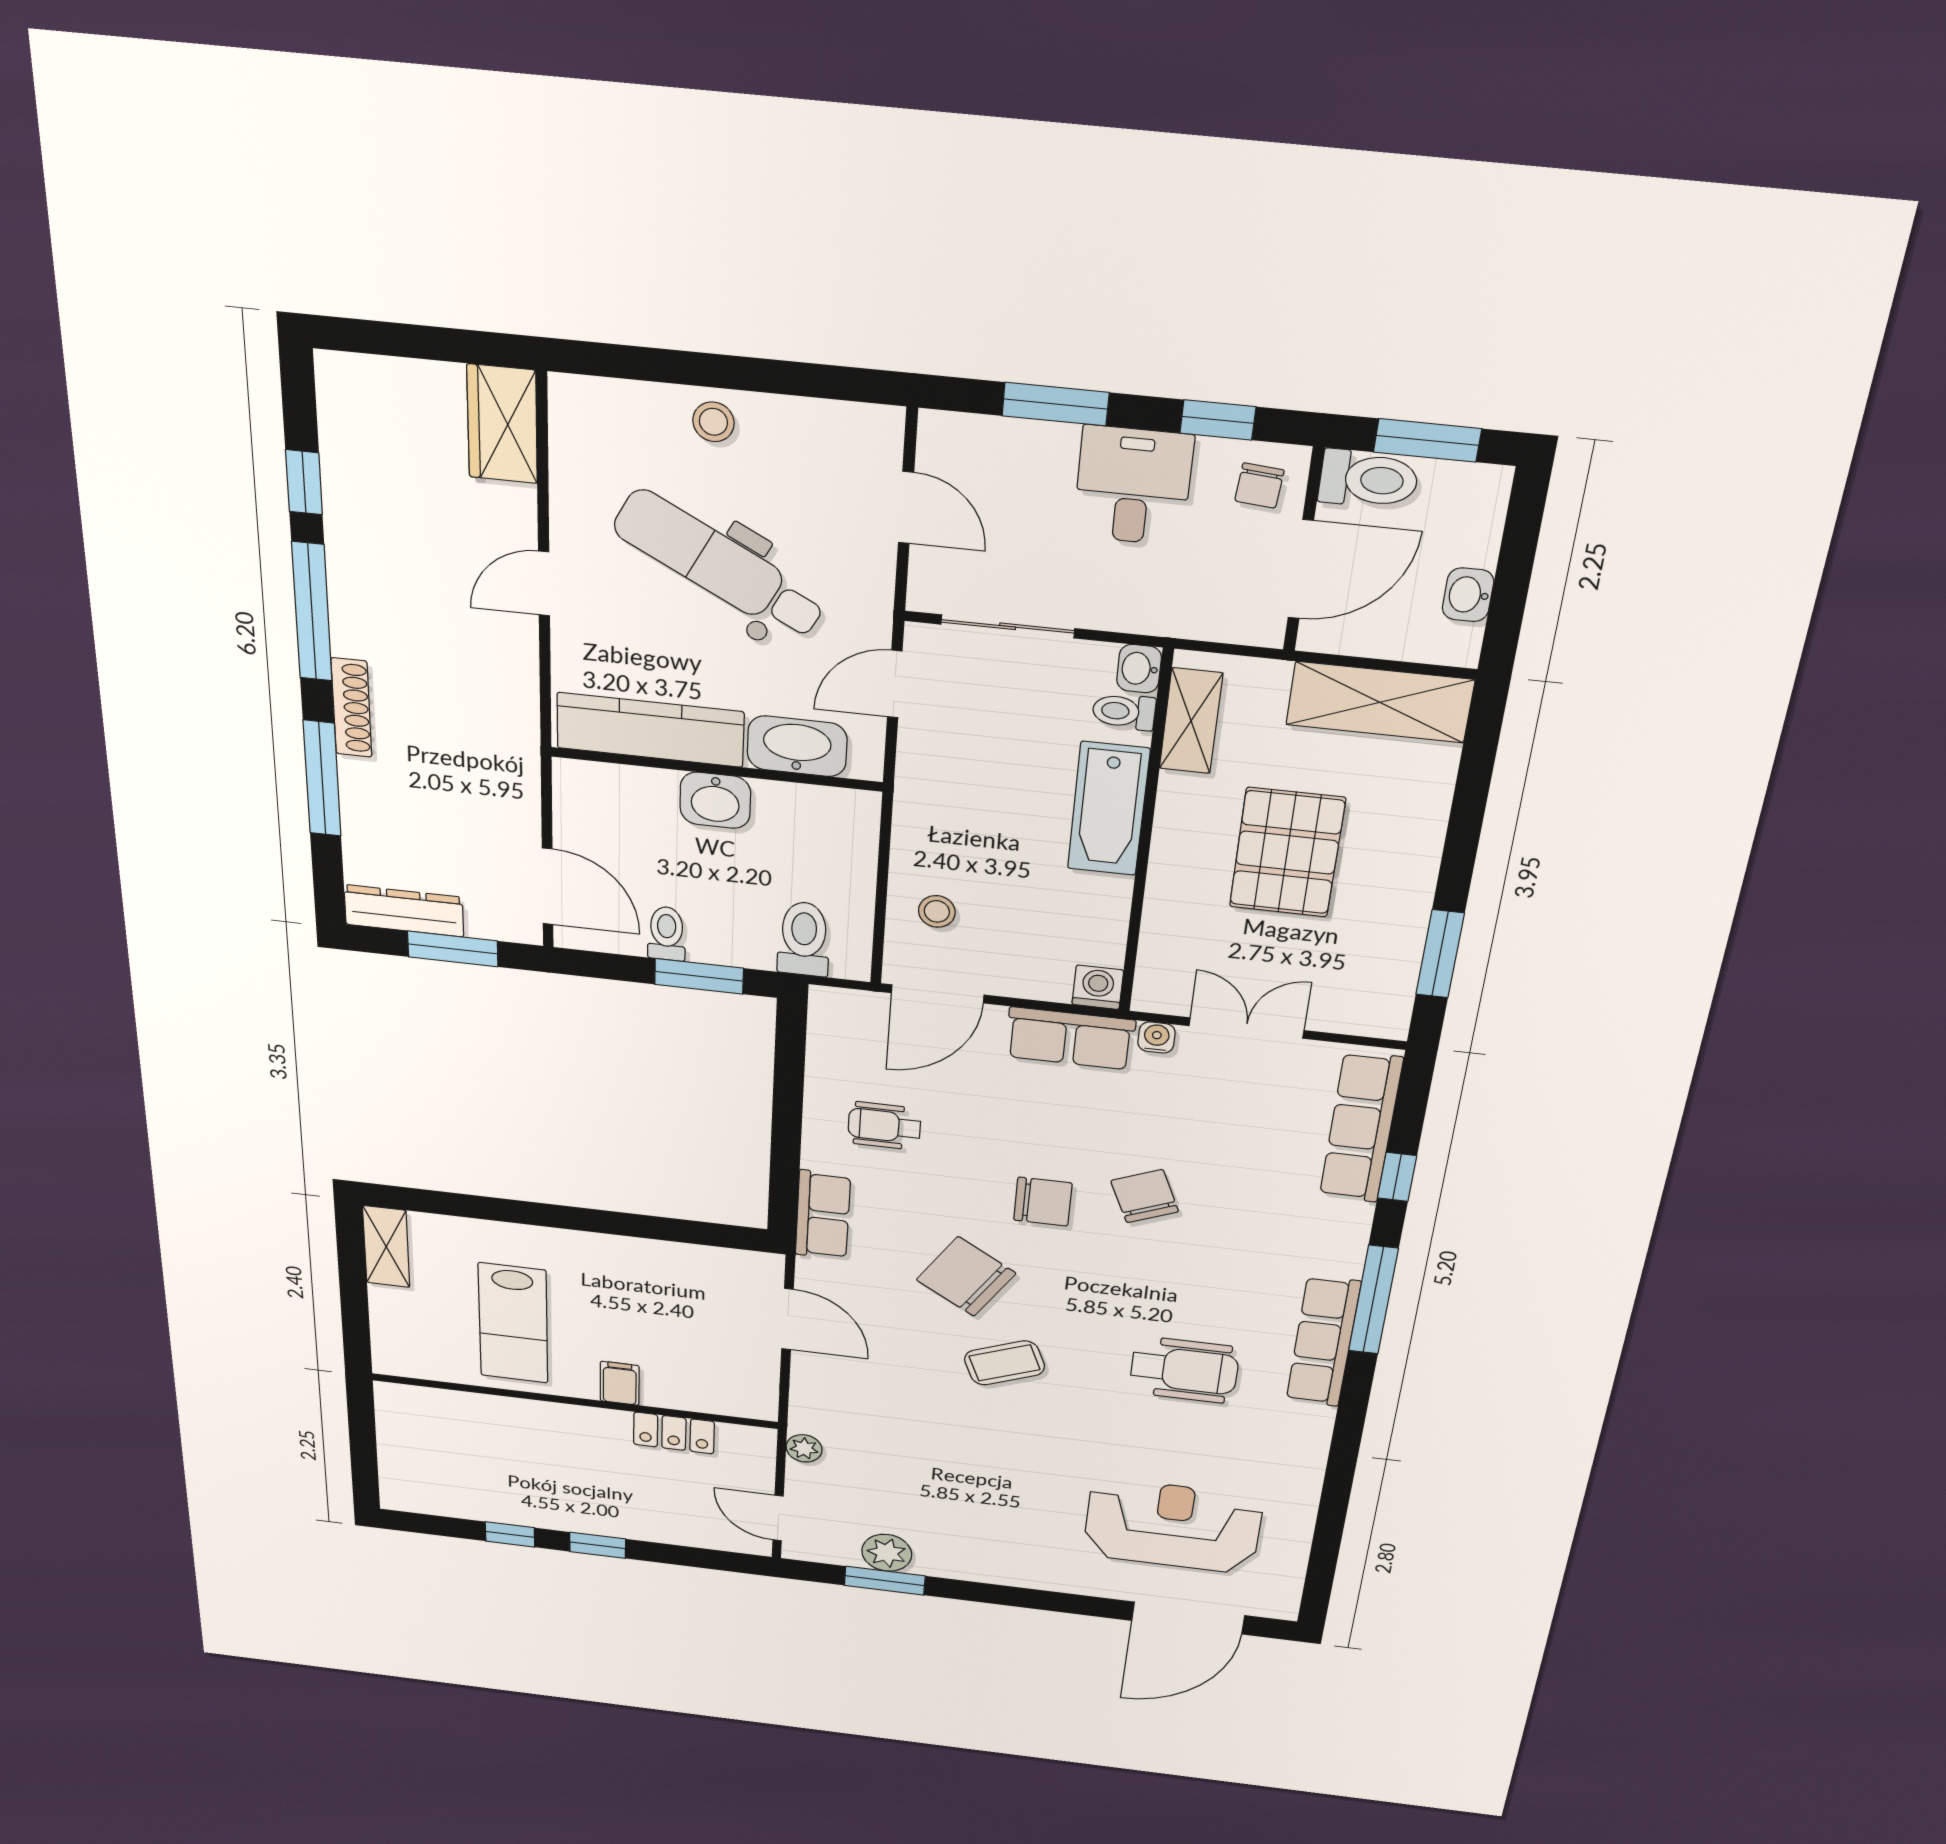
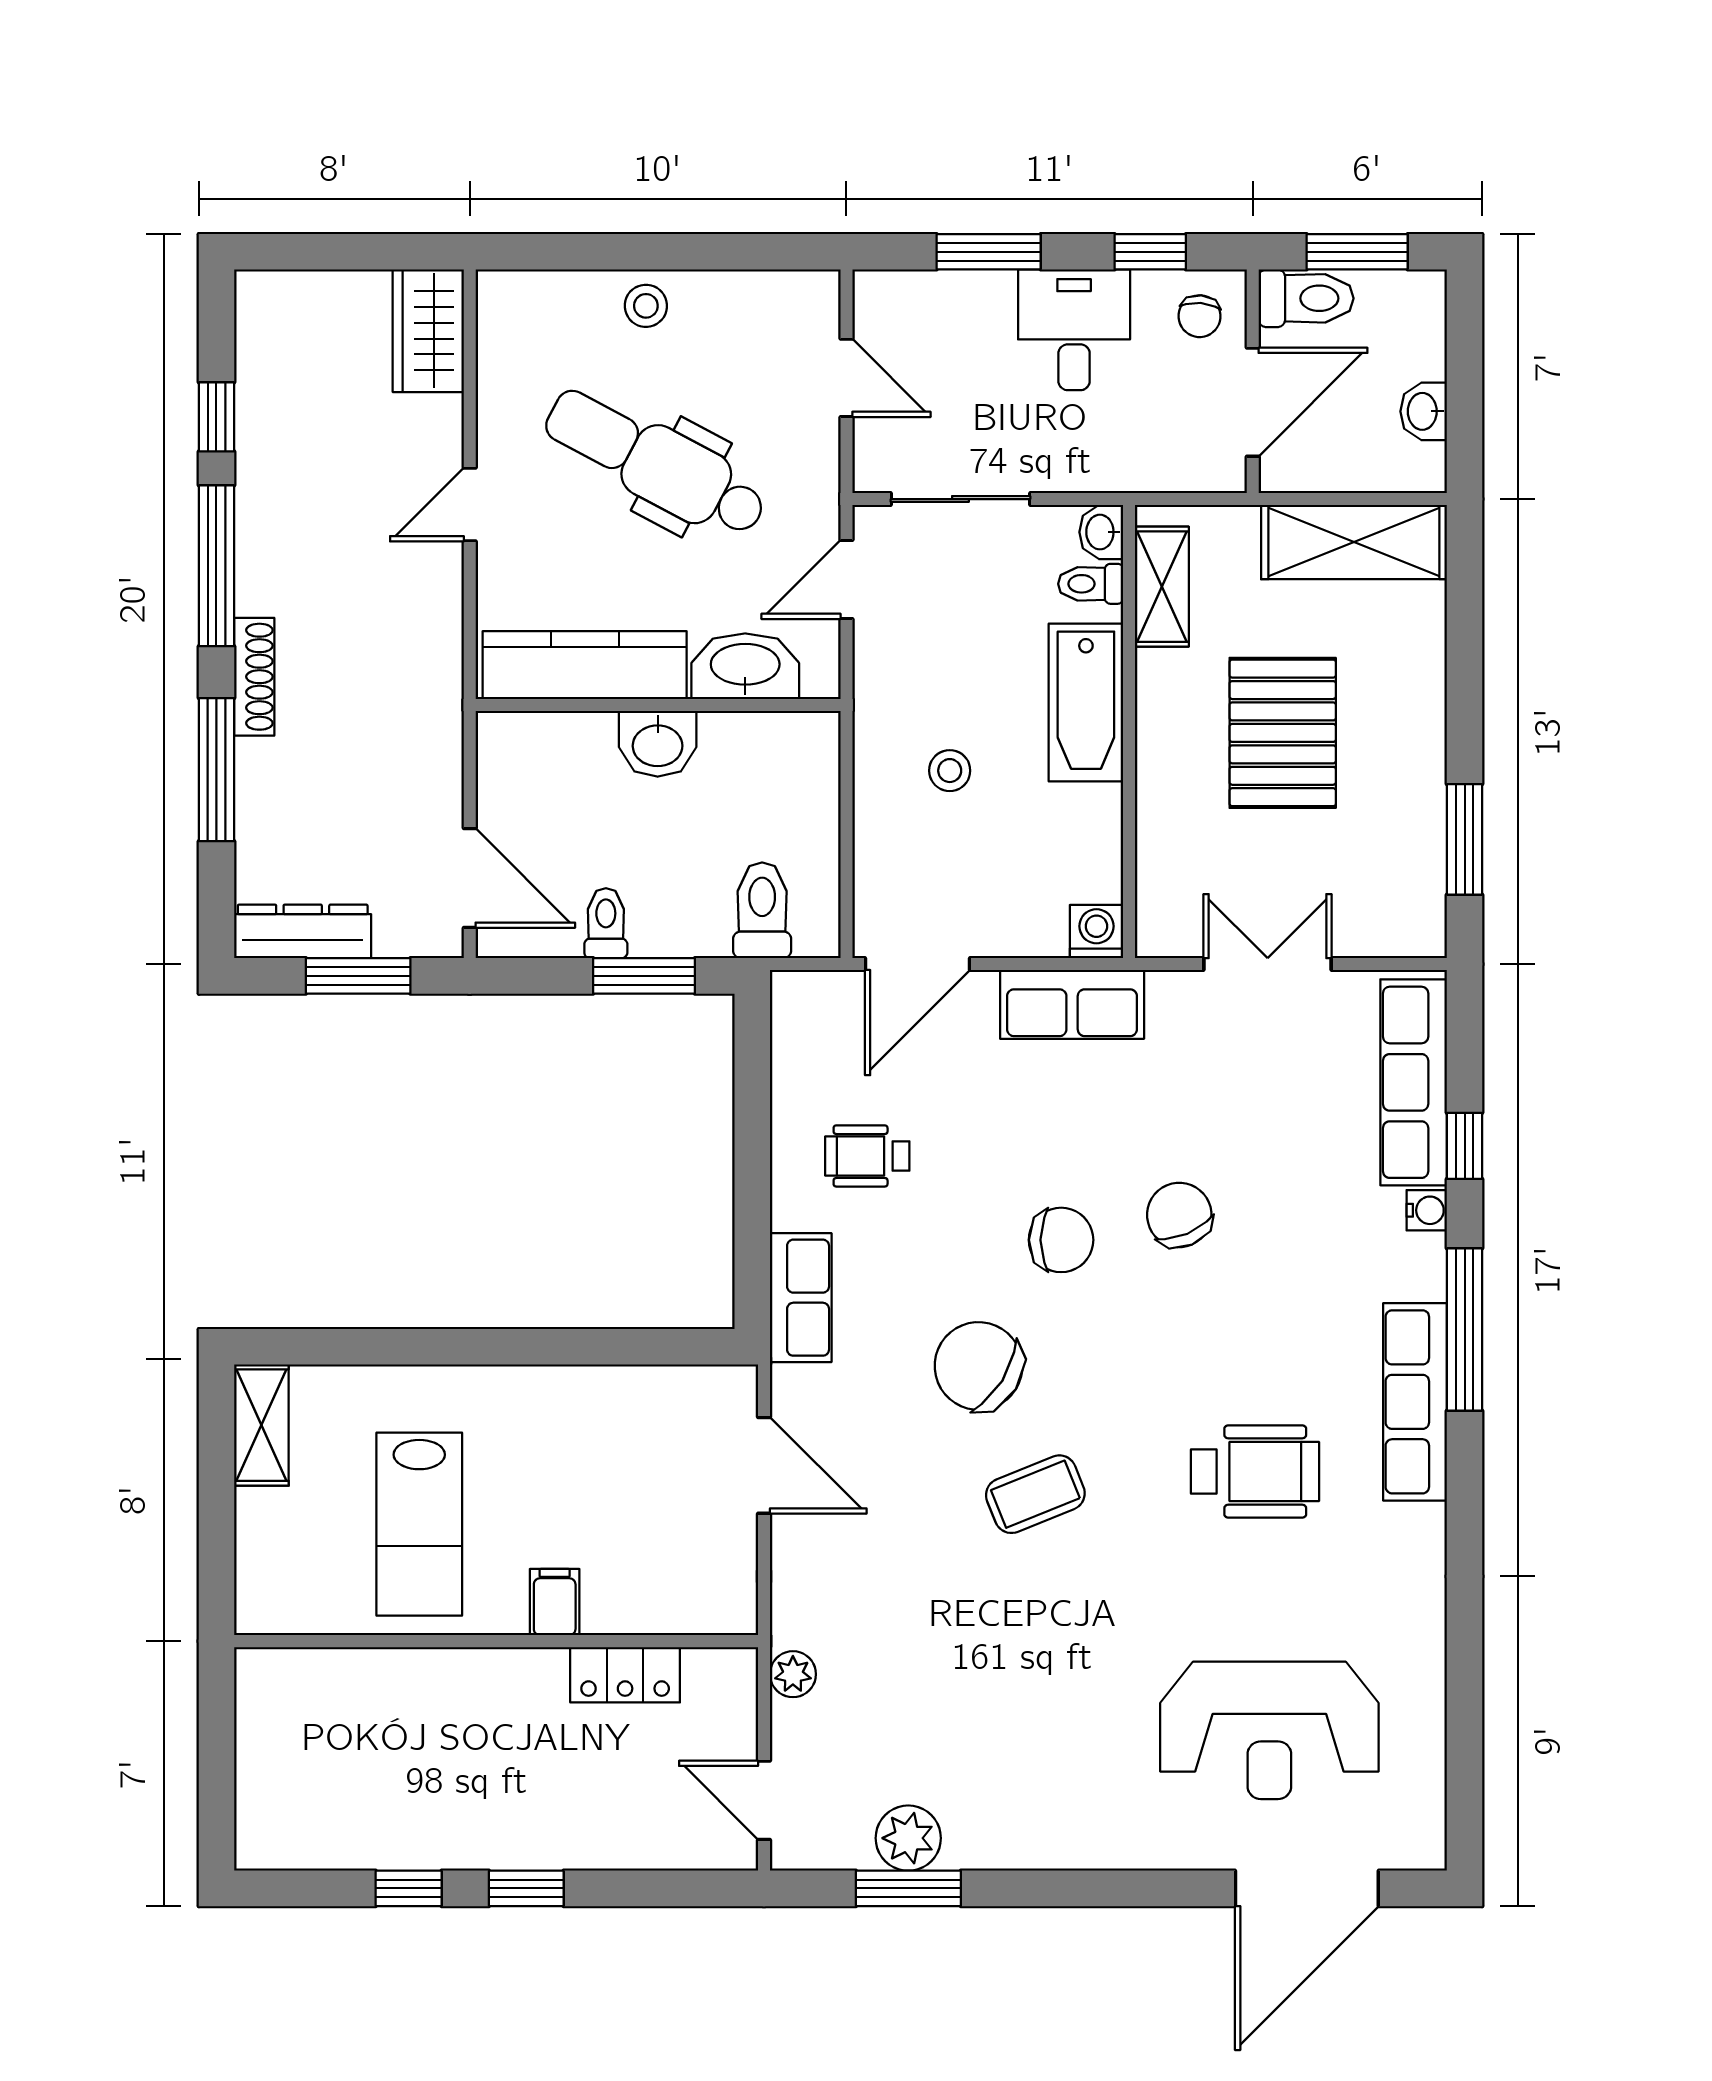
stool: (937, 911) -> (950, 771), moved
water cooler: (1157, 1037) -> (1427, 1210), moved, turned 90
reception desk: (1173, 1526) -> (1269, 1730), turned 180

